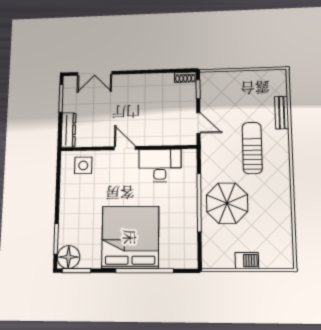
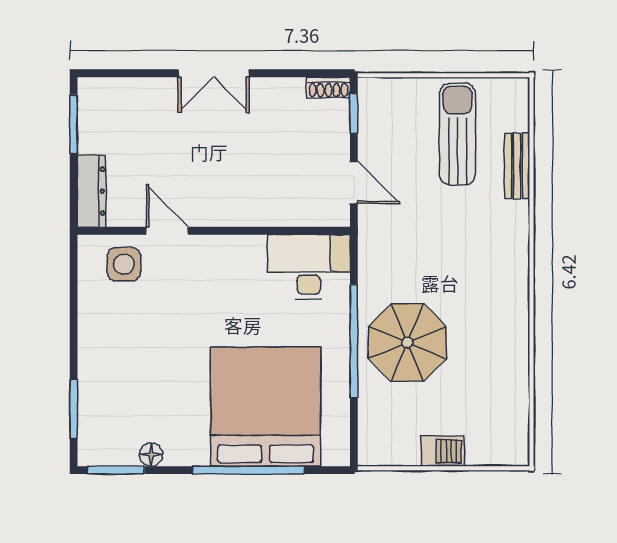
double door: (95, 73) -> (214, 73), moved
door: (125, 148) -> (167, 231), moved
sun lounger: (252, 148) -> (458, 134), moved
desk: (160, 165) -> (309, 267), moved
bed: (130, 237) -> (266, 407), moved
floor lamp: (69, 257) -> (151, 455), moved, width x0.53, depth x0.53

